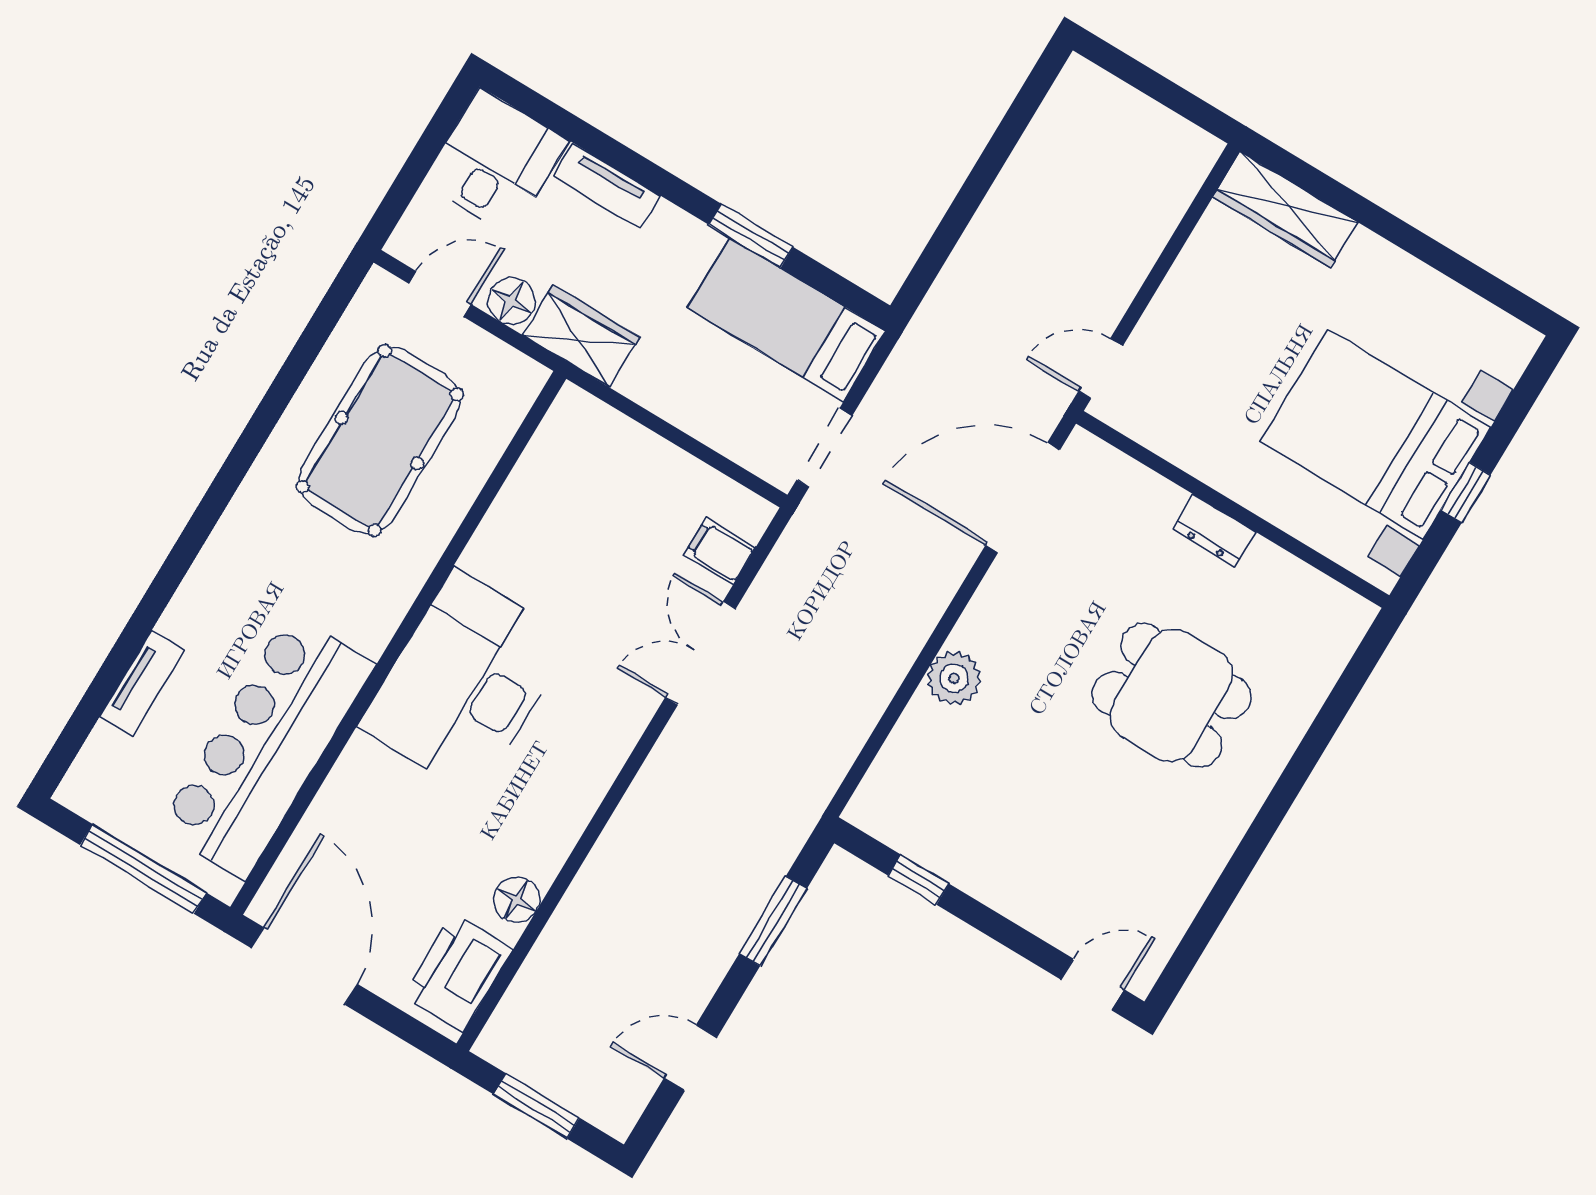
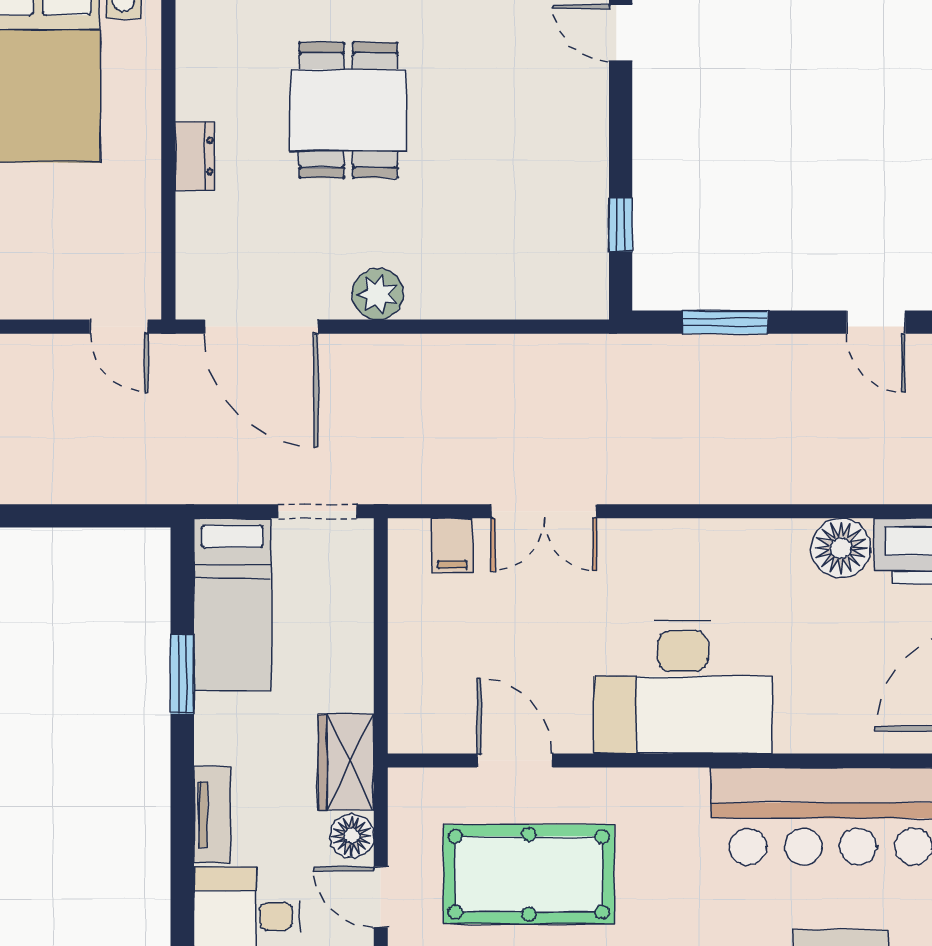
door: (490, 490) -> (515, 761), added
plant: (954, 678) -> (378, 294), moved
floor lamp: (517, 900) -> (841, 548), width x1.38, depth x1.38

